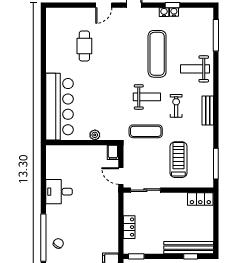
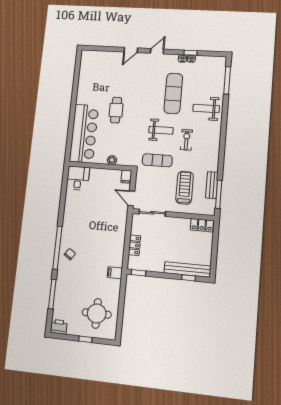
cafe table: (84, 46) -> (116, 110), moved
bench: (208, 111) -> (212, 185), moved
desk: (59, 192) -> (78, 178), moved, turned 90

